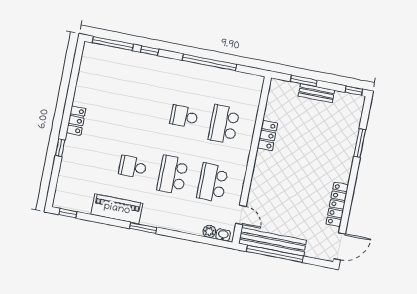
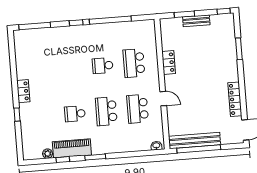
window: (150, 51) -> (76, 23), moved
window: (68, 213) -> (63, 160), moved
door: (241, 215) -> (163, 99), moved
plant: (209, 231) -> (48, 154), moved

